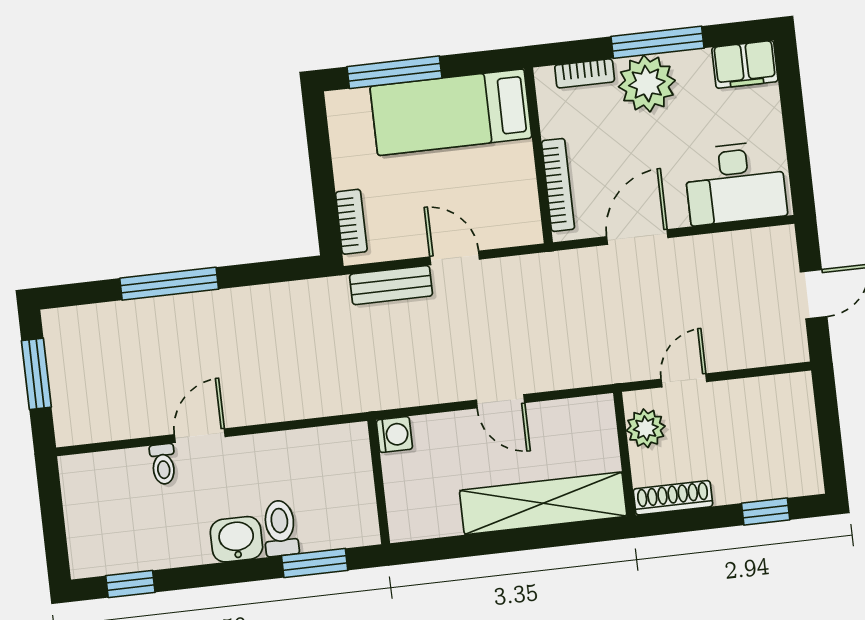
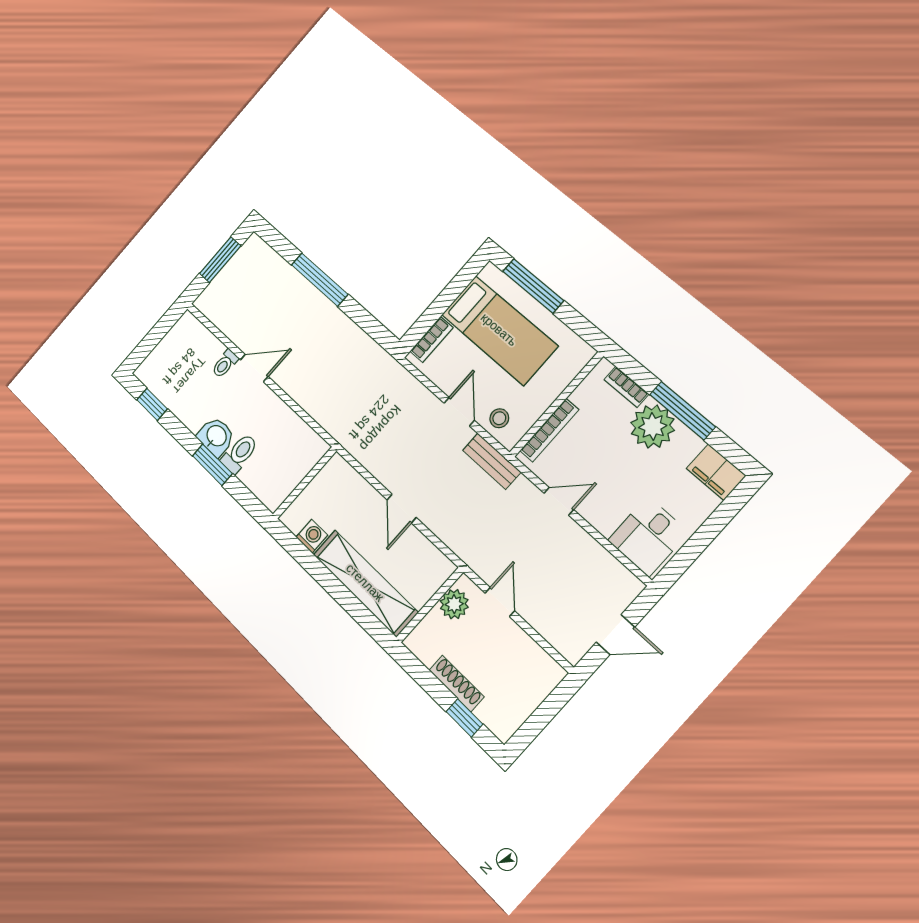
bed: (451, 112) -> (499, 330), moved, turned 180
desk: (735, 183) -> (648, 536), width x0.73
stool: (499, 224) -> (499, 418), added
door: (637, 237) -> (559, 501), width x0.73
bench: (391, 285) -> (492, 461), moved
door: (684, 380) -> (500, 602), hinge flipped
washing machine: (394, 435) -> (312, 536), moved, turned -90
shoe rack: (673, 498) -> (456, 683), moved
window: (315, 563) -> (212, 465), moved

